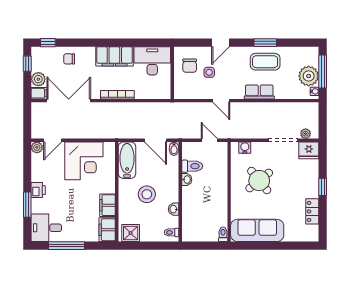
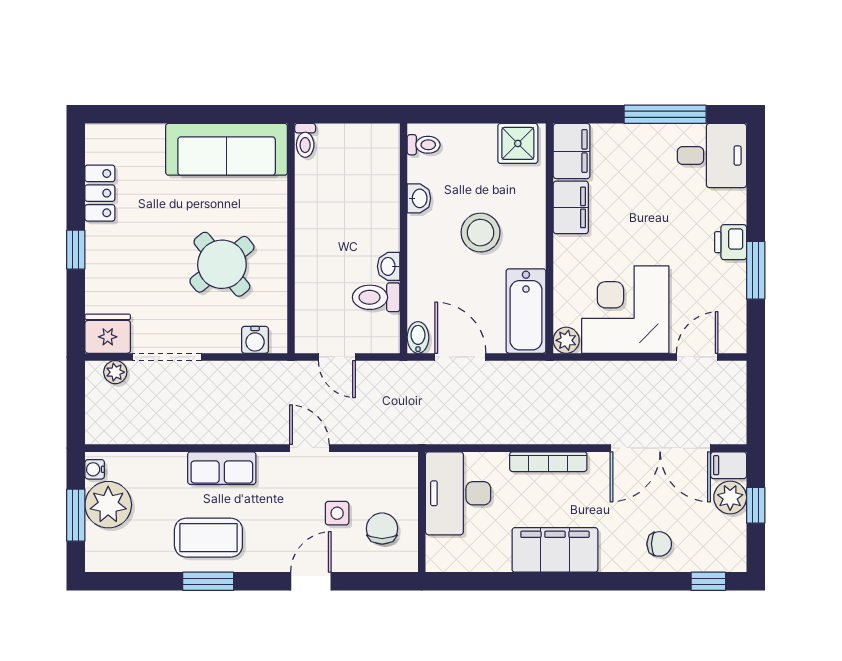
desk: (152, 61) -> (458, 493), moved, turned 90
window: (27, 64) -> (756, 505), moved
window: (323, 71) -> (76, 515), width x0.69
plant: (37, 147) -> (566, 340), moved
window: (27, 205) -> (756, 270), moved

